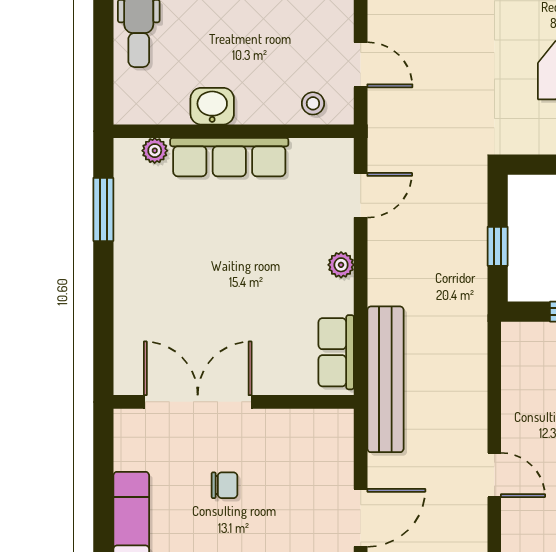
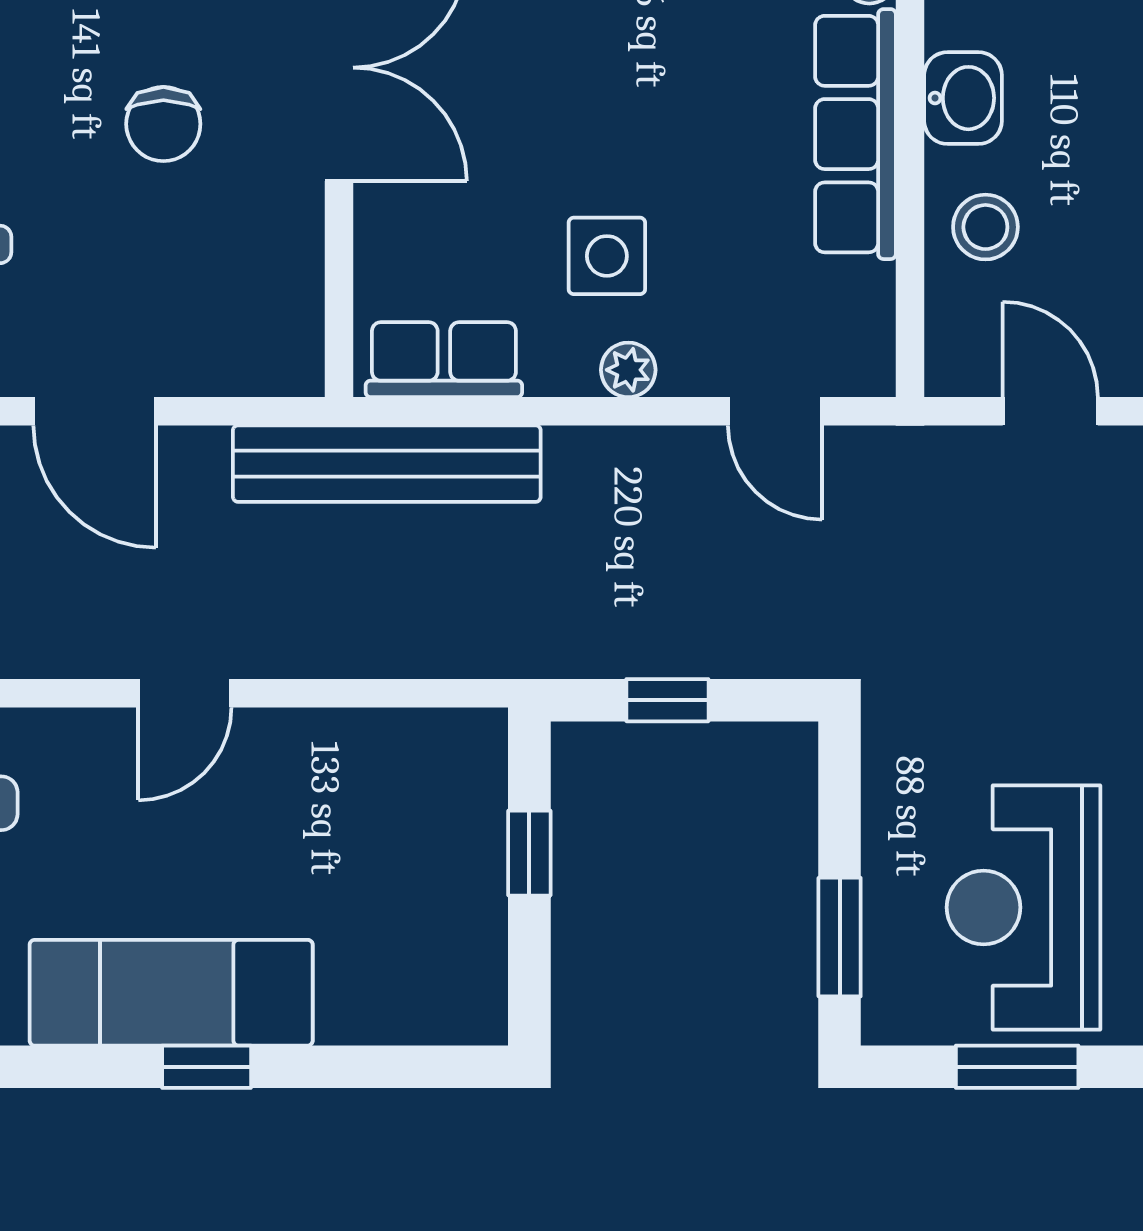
door: (361, 65) -> (1050, 411), swing flipped
stool: (313, 103) -> (985, 227), moved, width x1.37, depth x1.37
side table: (287, 275) -> (607, 256), added
chair: (224, 485) -> (163, 124), width x1.37, depth x1.37

